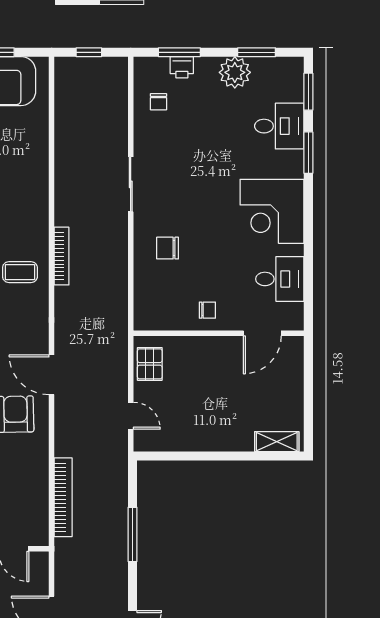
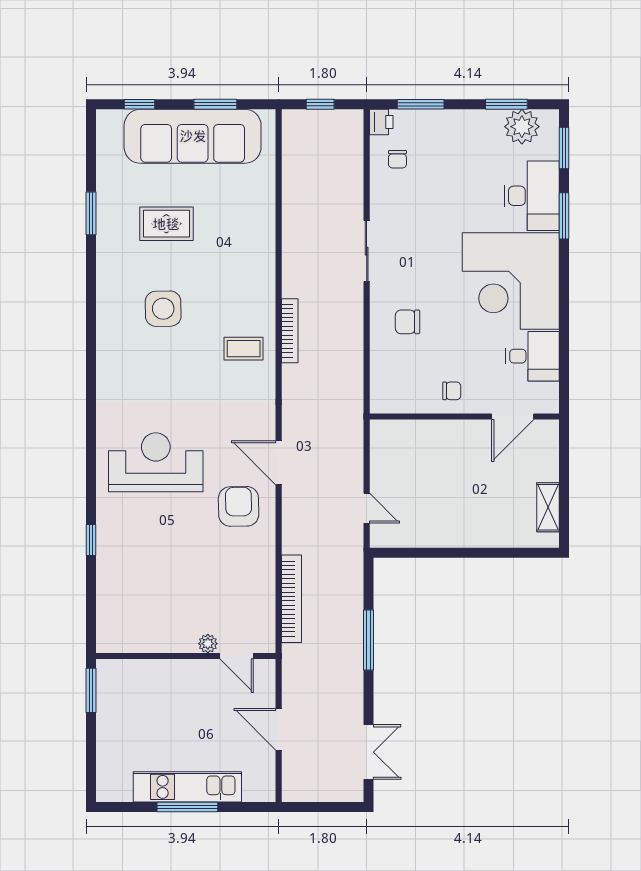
printer: (182, 67) -> (381, 122), moved, turned -90
plant: (235, 72) -> (522, 127), moved
desk: (279, 126) -> (532, 196), width x1.37
corner desk: (272, 211) -> (511, 281), width x1.36, depth x1.36
pallet: (150, 364) -> (388, 451), removed
shelving: (277, 442) -> (548, 507), moved, turned 90

